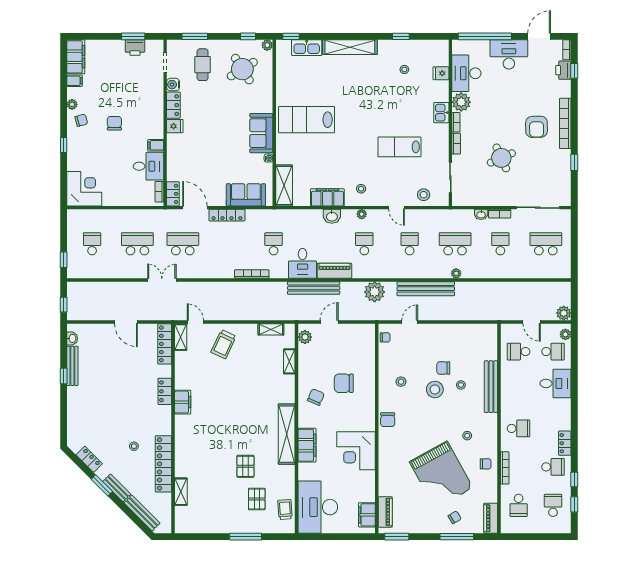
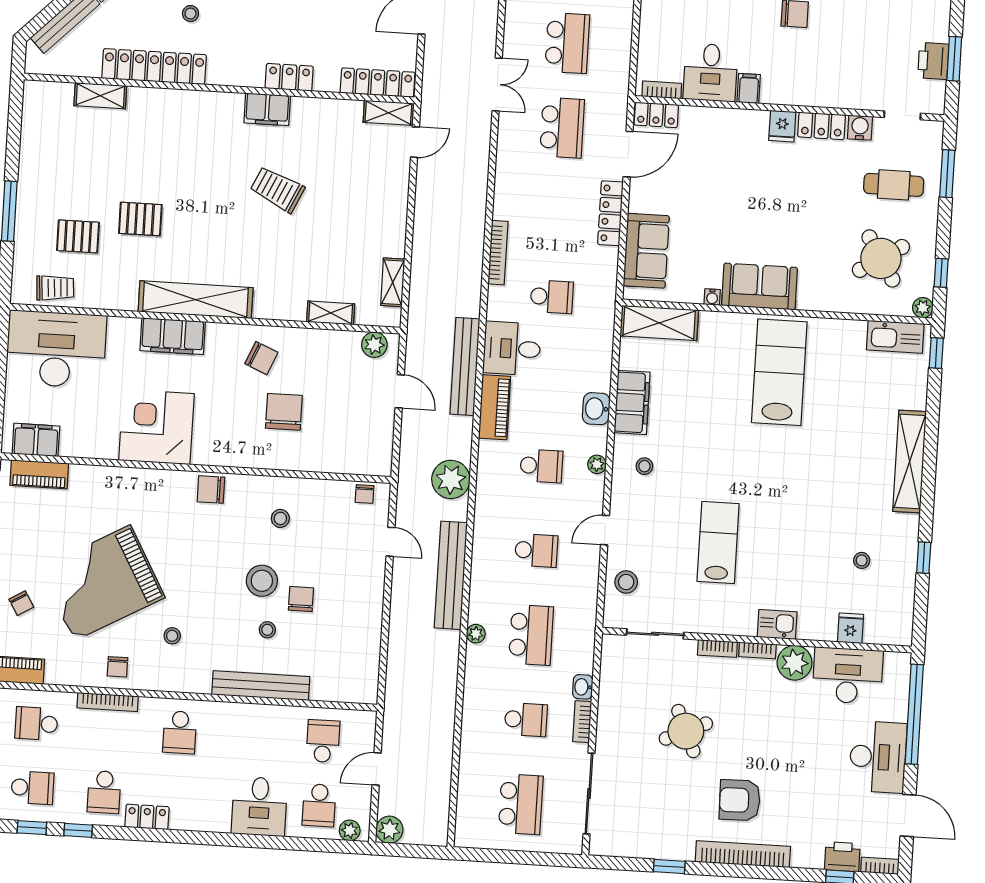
kitchen sink: (307, 48) -> (895, 337), moved, turned -90
trolley: (223, 344) -> (277, 189), moved

